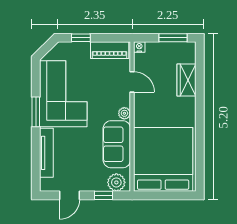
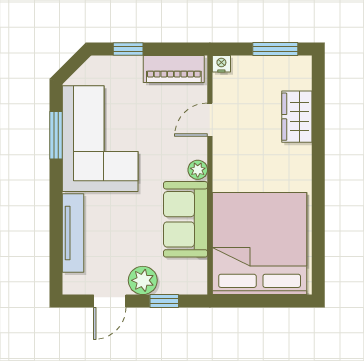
door: (132, 82) -> (210, 120), swing flipped
window: (36, 112) -> (56, 135), moved
plant: (116, 182) -> (143, 280), moved

